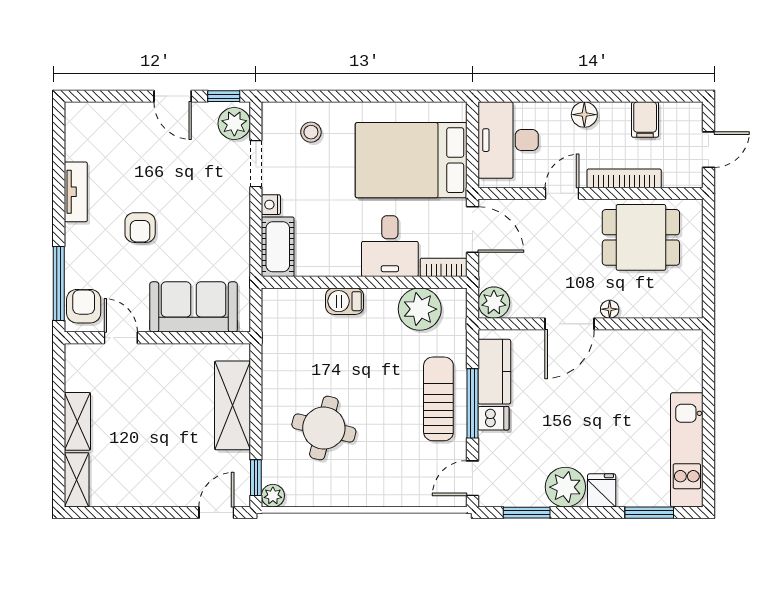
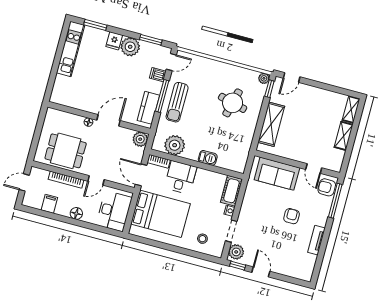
armchair: (84, 306) -> (327, 187), turned 90
dishwasher: (493, 418) -> (158, 75), moved

